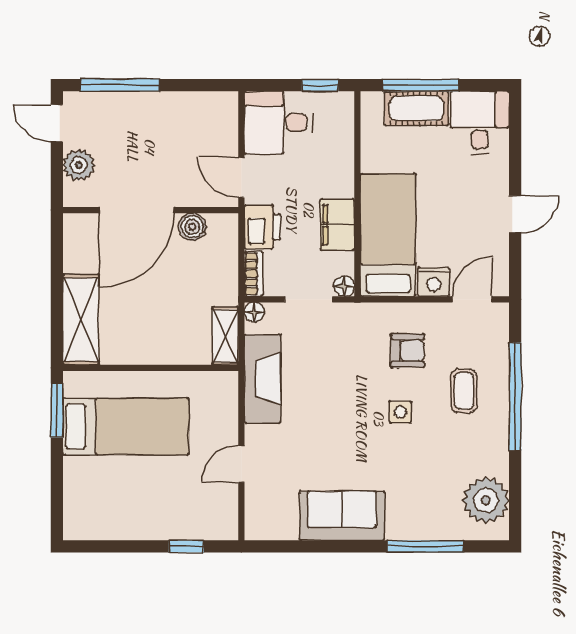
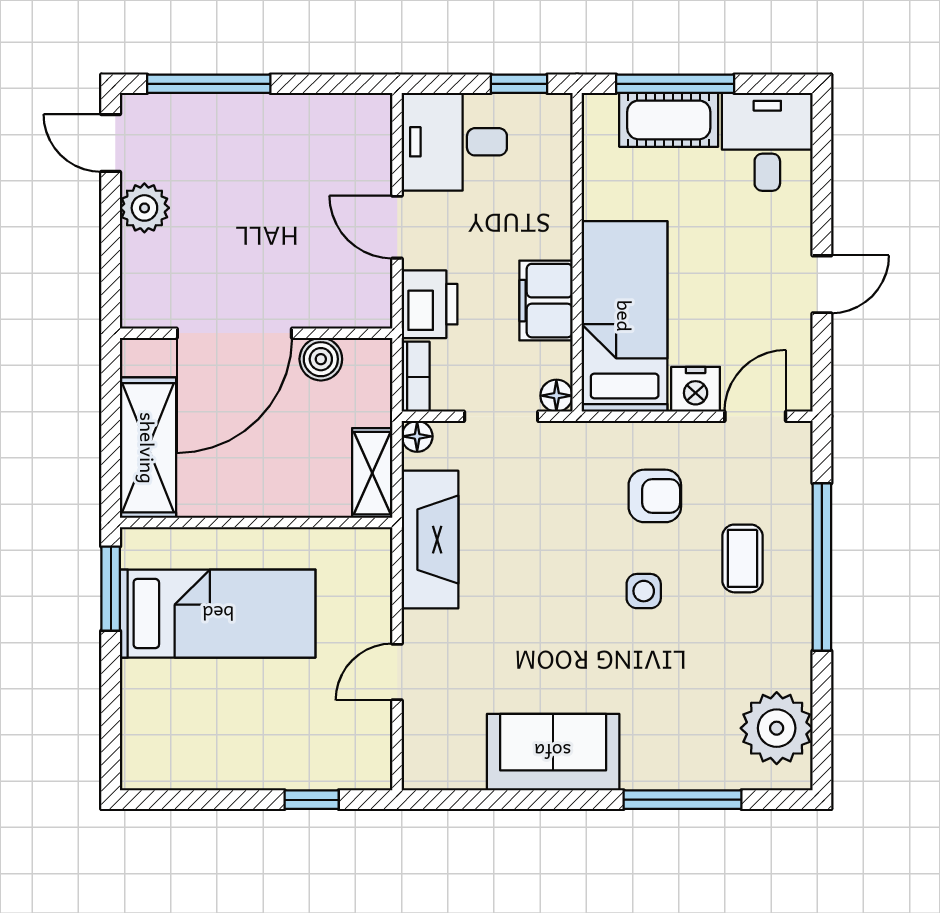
door: (137, 210) -> (234, 333), moved
wall: (151, 210) -> (256, 333), moved
boiler: (192, 227) -> (321, 359), moved

